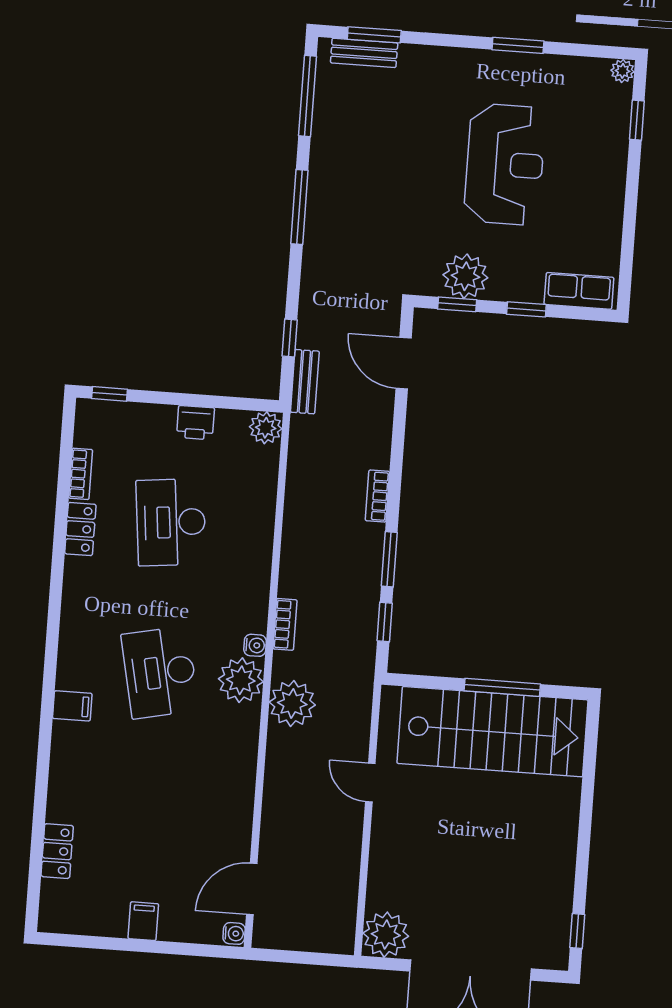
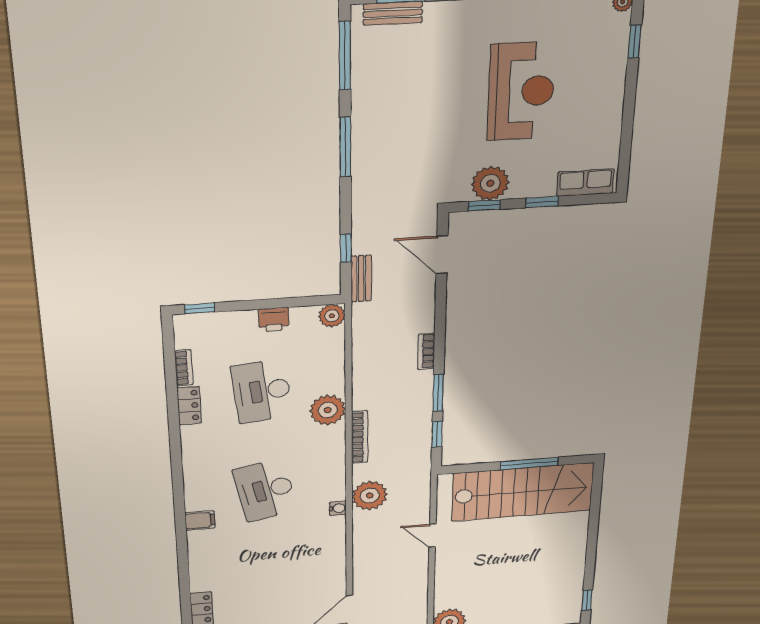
bookcase: (285, 624) -> (360, 437), width x1.56
water cooler: (255, 645) -> (338, 508), moved
plant: (241, 680) -> (328, 410), moved

